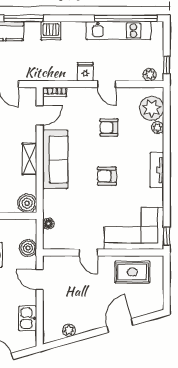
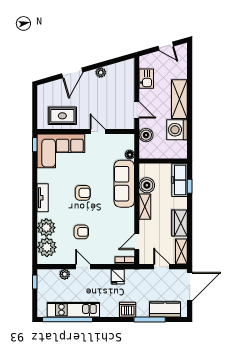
fridge: (85, 72) -> (118, 277), moved
plant: (150, 75) -> (65, 274), moved
plant: (158, 128) -> (46, 228), width x1.88, depth x1.88
sofa: (55, 159) -> (124, 184), moved
boiler: (27, 203) -> (147, 185), moved
plant: (69, 330) -> (101, 73), moved

